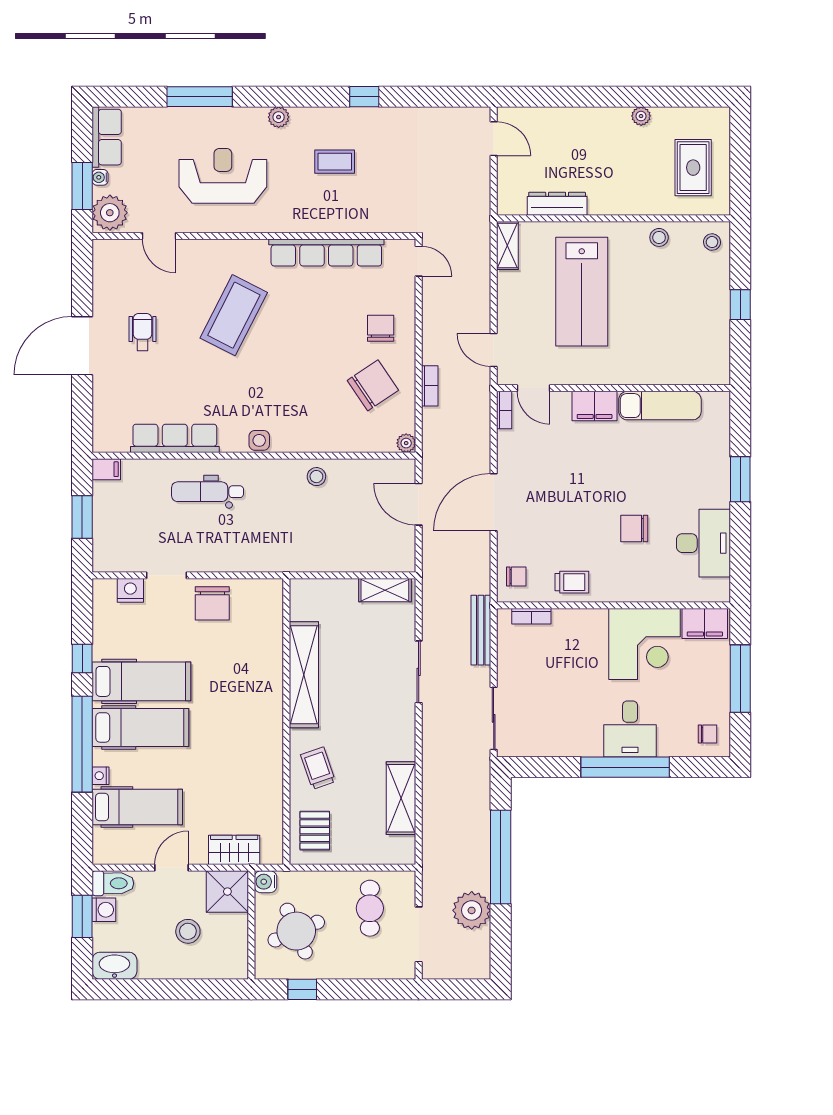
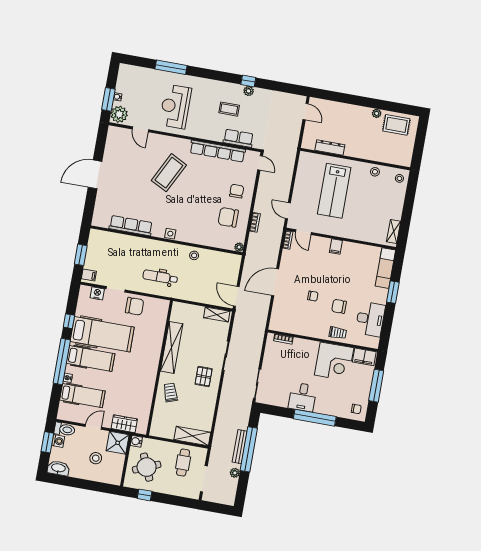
plant: (279, 117) -> (249, 91), moved
row of seats: (107, 137) -> (238, 138), moved, turned -90
rug: (693, 168) -> (396, 125), moved, turned 90
reception desk: (223, 176) -> (175, 106), turned -90
shelving: (507, 245) -> (394, 232), moved
window: (740, 305) -> (407, 210), removed
wheelchair: (143, 332) -> (125, 173), removed
chair: (373, 385) -> (228, 217), turned -146
filing cabinet: (595, 406) -> (336, 247), width x0.50
exam couch: (660, 406) -> (385, 268), moved, turned 90
filing cabinet: (106, 469) -> (89, 275), moved
dental chair: (208, 492) -> (160, 277), moved
door: (419, 504) -> (236, 296), moved
chair: (516, 577) -> (313, 296), moved
trolley: (572, 582) -> (338, 333), moved
chair: (212, 603) -> (135, 306), turned -90
bench: (481, 630) -> (240, 447), moved
hospital bed: (141, 681) -> (102, 334), width x1.37, depth x1.29
desk: (630, 729) -> (302, 397), moved
shelving: (401, 798) -> (192, 436), moved, turned 90
pallet: (315, 831) -> (204, 376), moved
plant: (472, 910) -> (235, 473), width x0.53, depth x0.53

